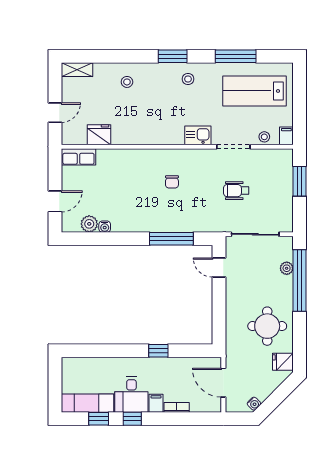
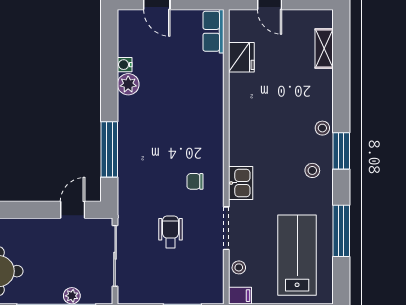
shelving: (77, 70) -> (324, 48), moved
stool: (127, 82) -> (322, 128), moved
chair: (172, 182) -> (195, 181), moved
plant: (89, 224) -> (128, 84), moved

